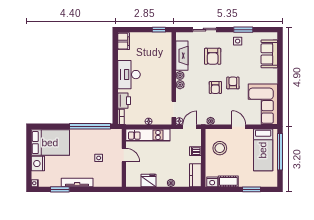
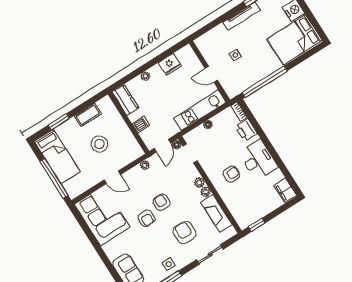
armchair: (154, 76) -> (231, 174), added
stool: (220, 148) -> (99, 144), moved
bed: (263, 150) -> (57, 156), moved, turned 180
nightstand: (212, 182) -> (104, 104), removed

